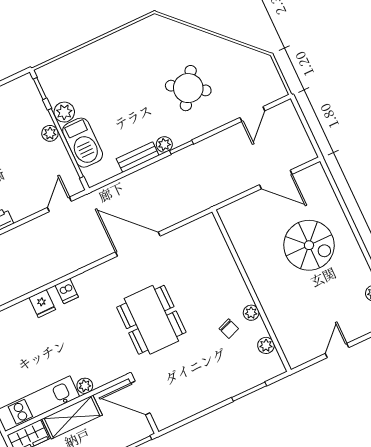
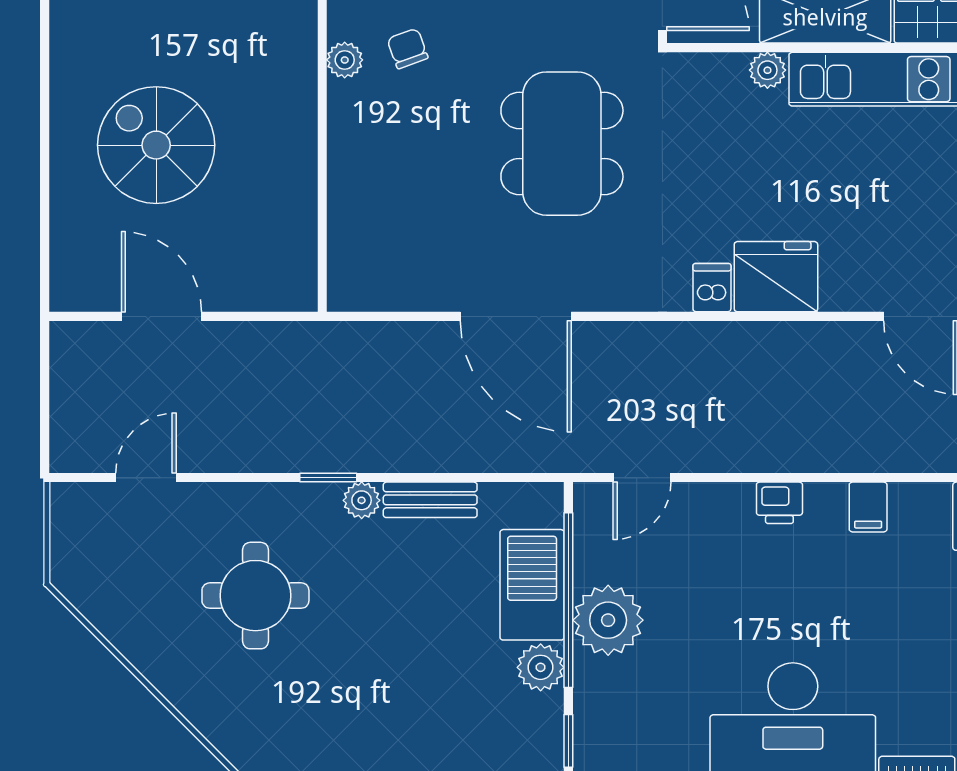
round table: (188, 88) -> (255, 596), turned -33
plant: (50, 133) -> (608, 620), width x1.88, depth x1.88
fridge: (42, 304) -> (776, 277), width x1.88, depth x1.34

